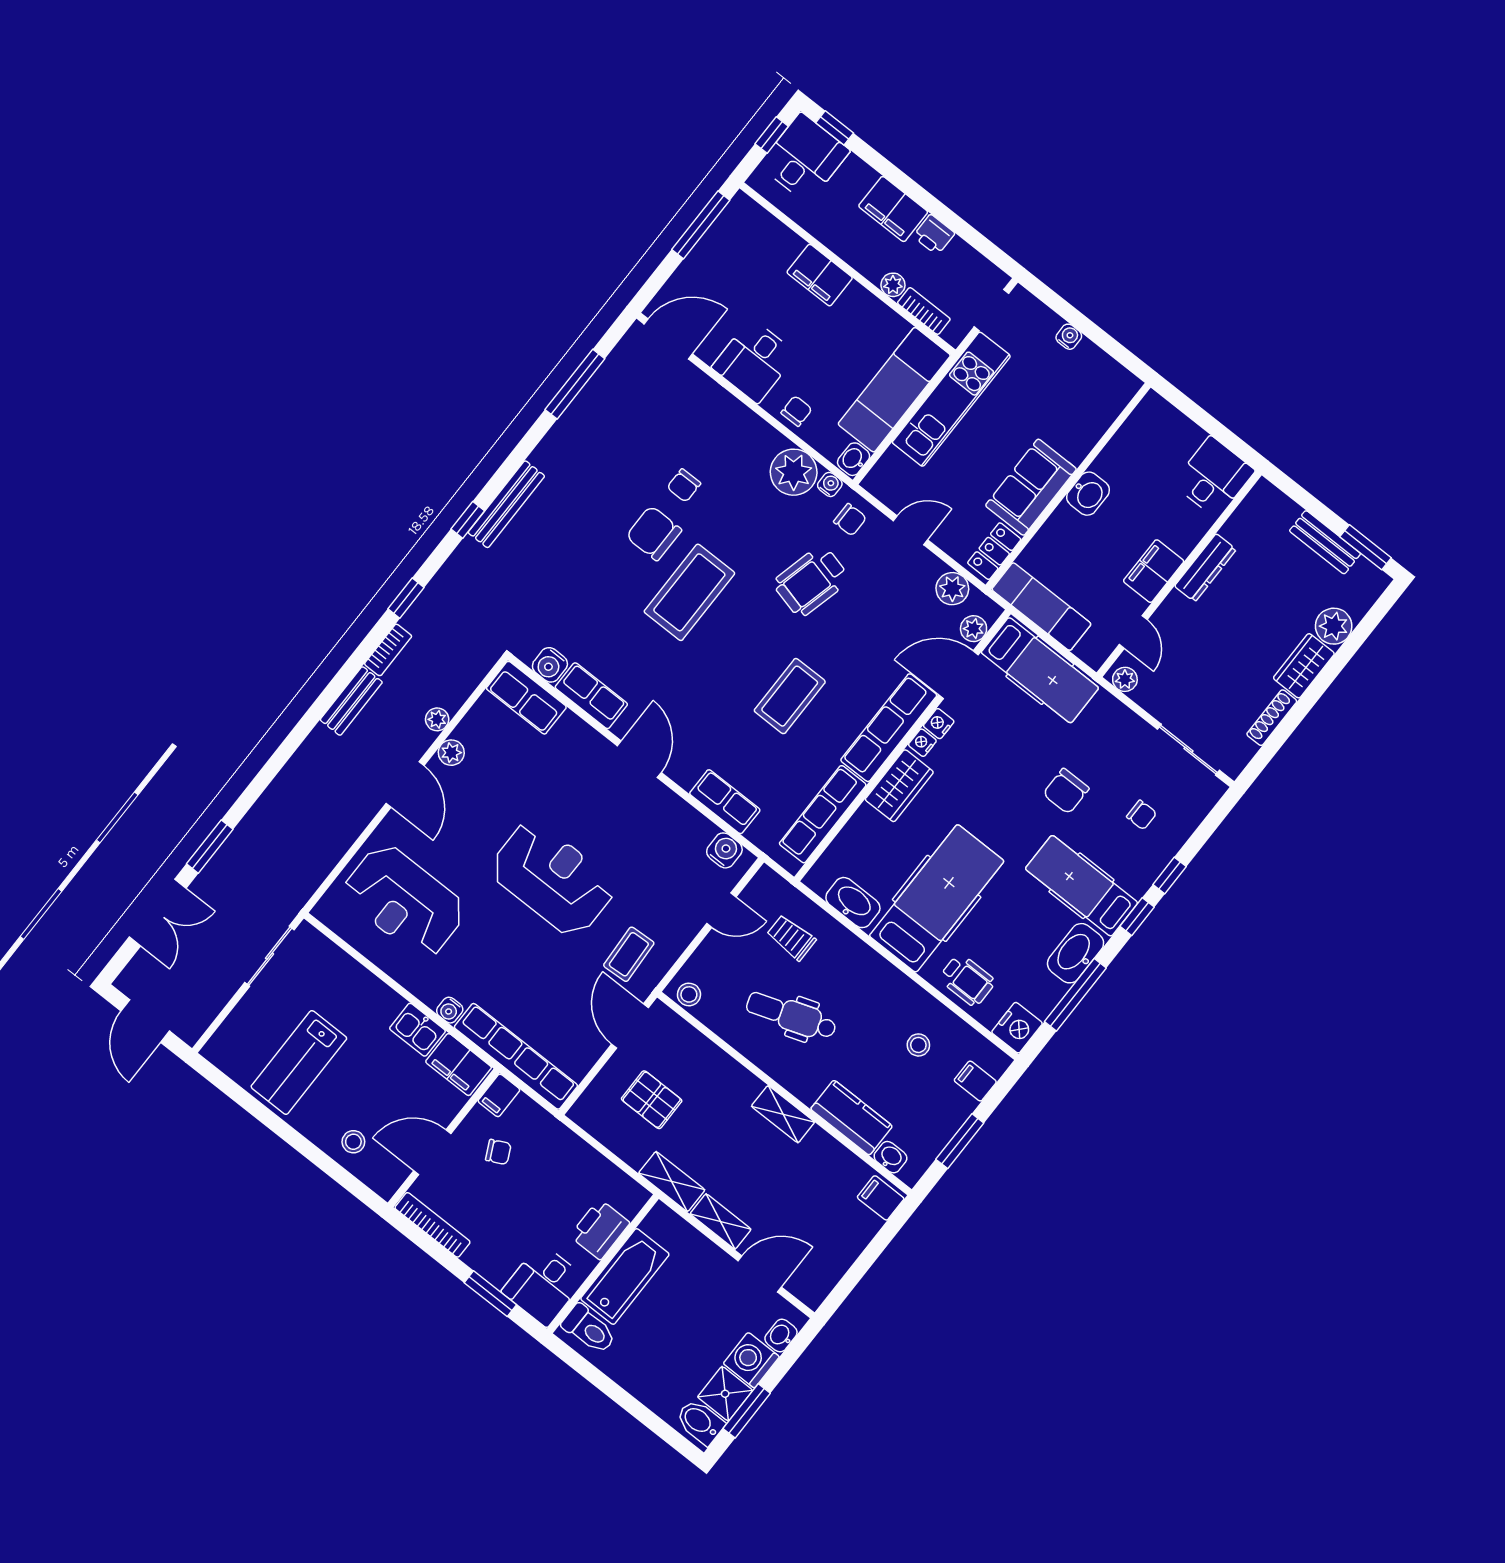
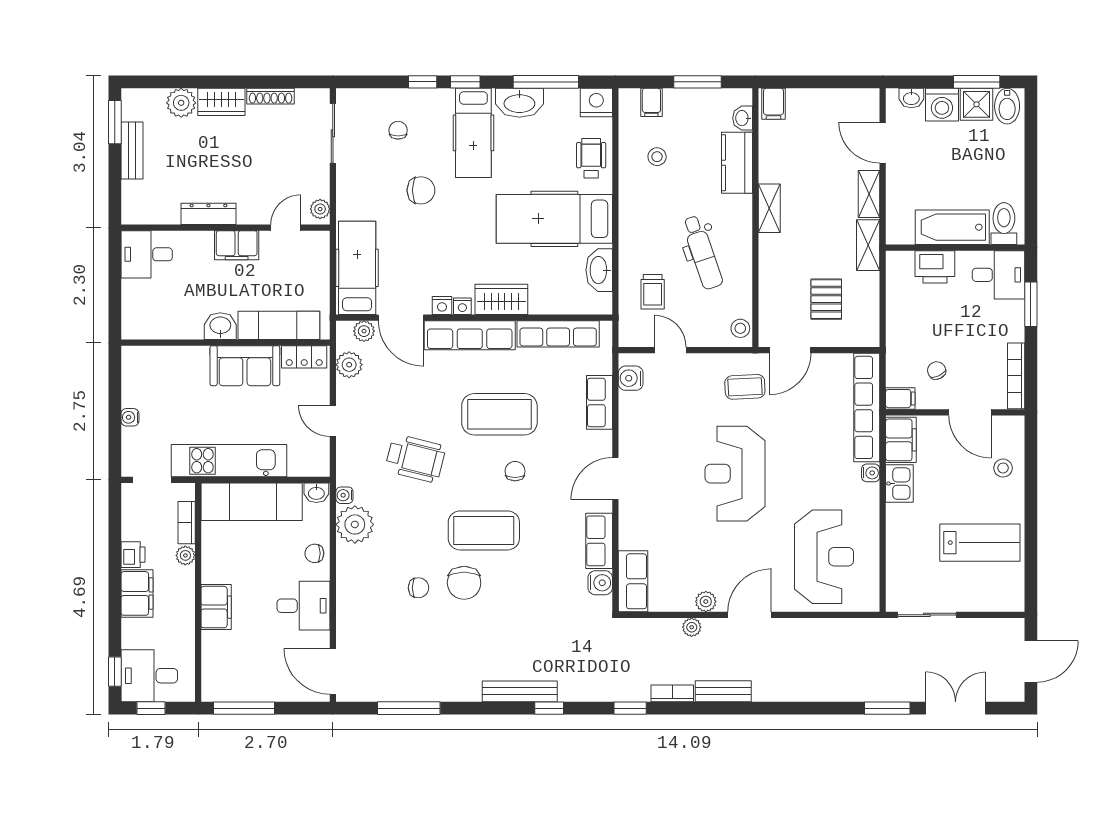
chair: (850, 520) -> (515, 471), moved
exam couch: (1041, 607) -> (279, 325), moved, turned 90
coffee table: (790, 696) -> (499, 414), width x1.36, depth x1.32

